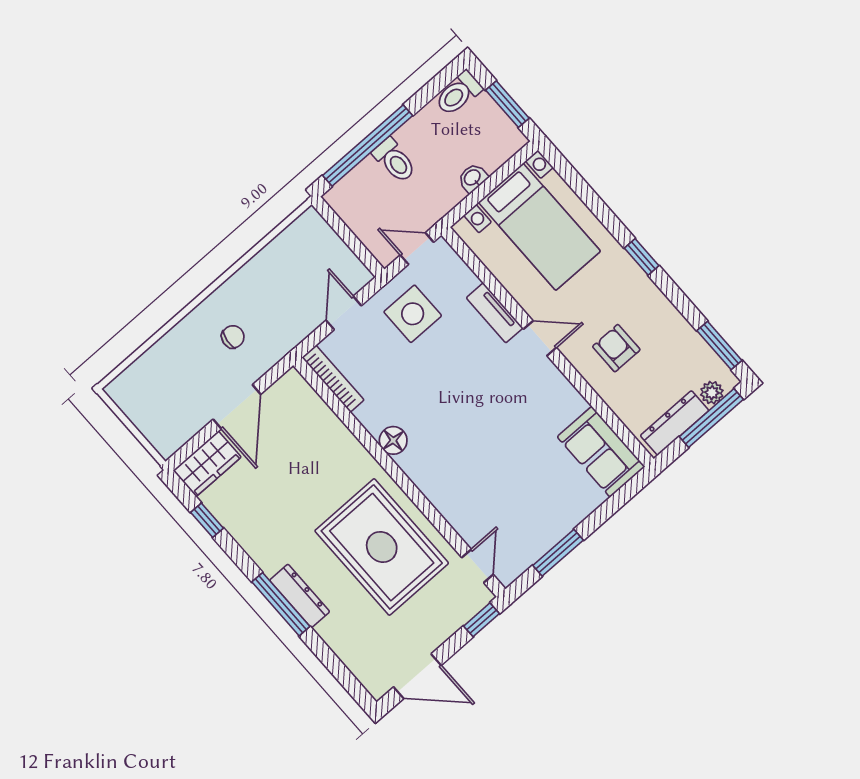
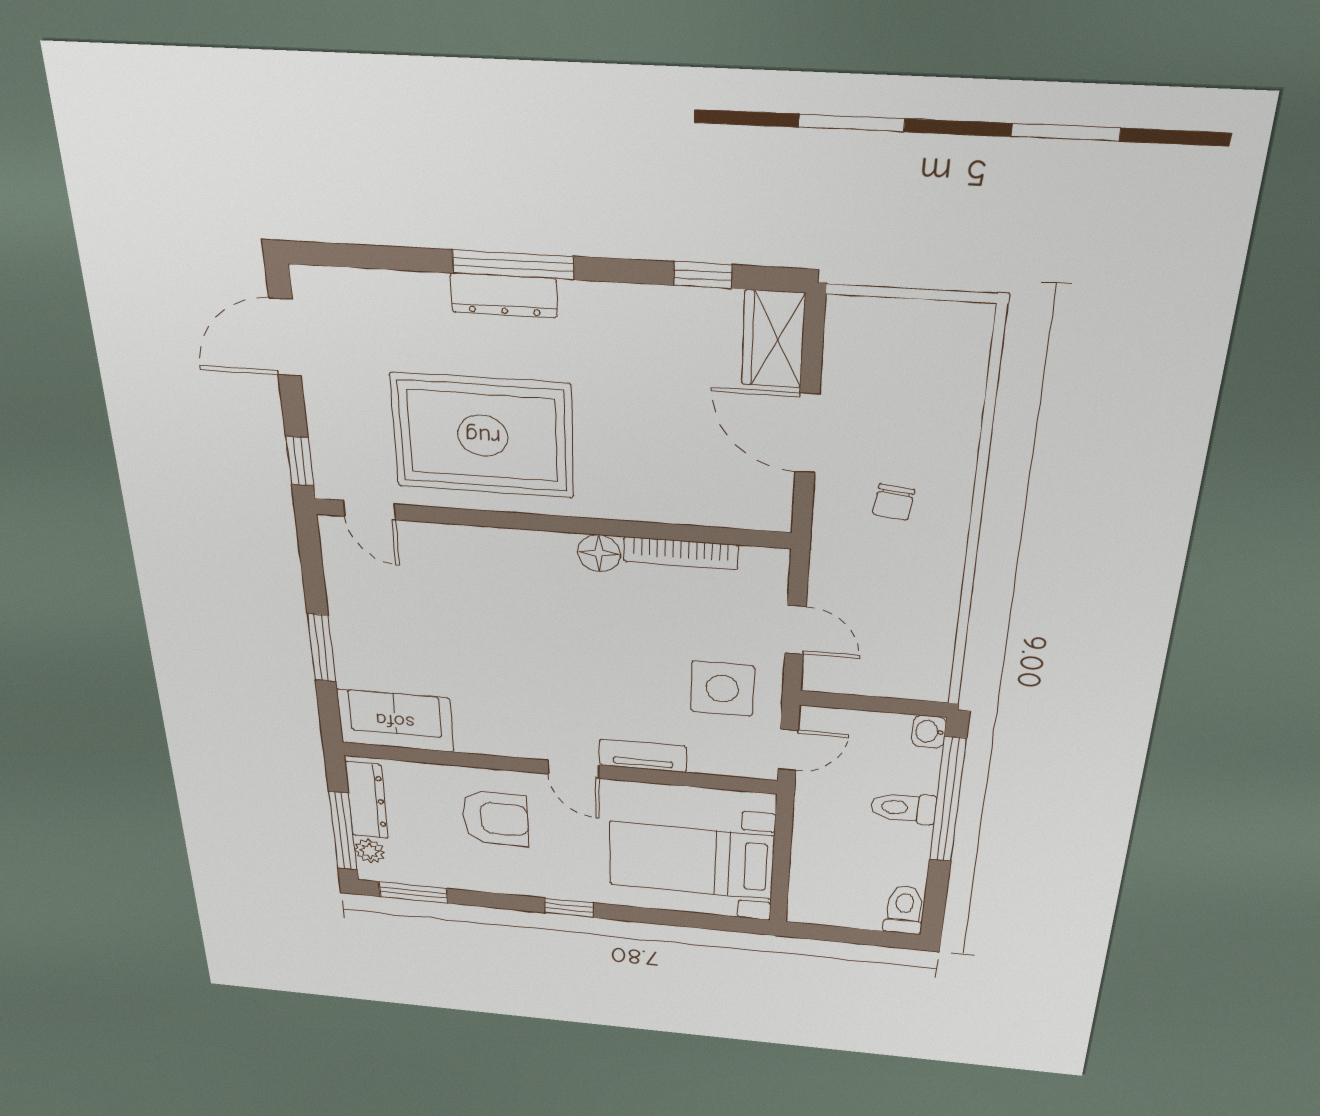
window: (507, 104) -> (845, 935), removed
washbasin: (473, 178) -> (929, 732), moved, turned 180
door: (540, 338) -> (573, 769), hinge flipped
armchair: (616, 348) -> (495, 818), width x1.38, depth x1.38
bookcase: (333, 379) -> (681, 553), moved
window: (558, 553) -> (322, 648), moved

